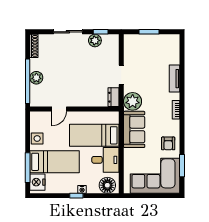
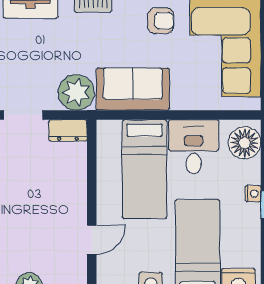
door: (59, 109) -> (92, 240), hinge flipped

